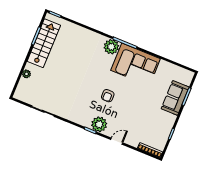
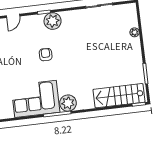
stairs: (44, 43) -> (119, 96), moved, turned 90
plant: (99, 124) -> (53, 21), moved

